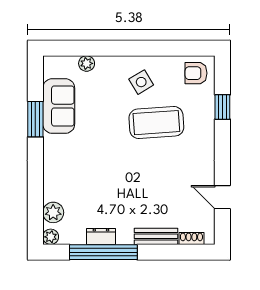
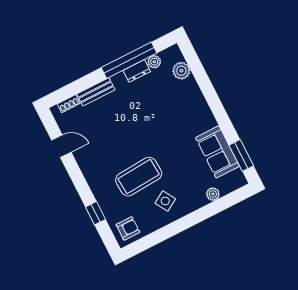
window: (35, 119) -> (241, 155), moved
plant: (51, 237) -> (154, 62), moved

